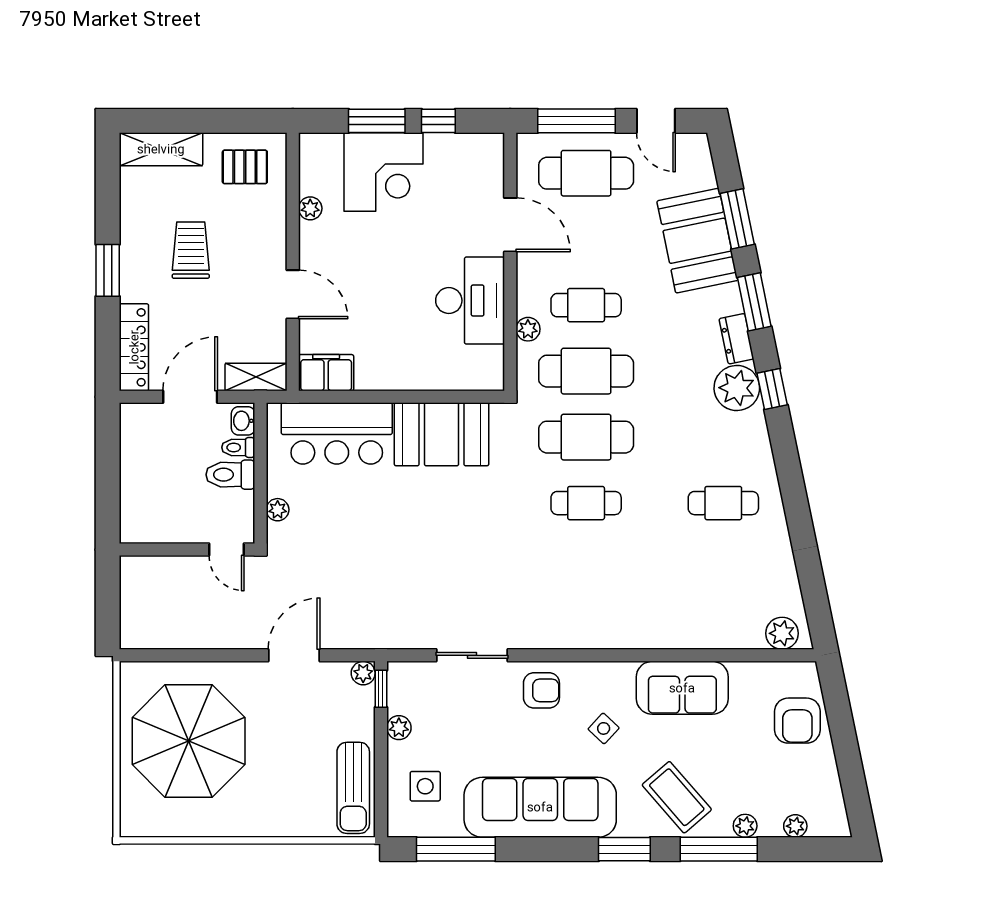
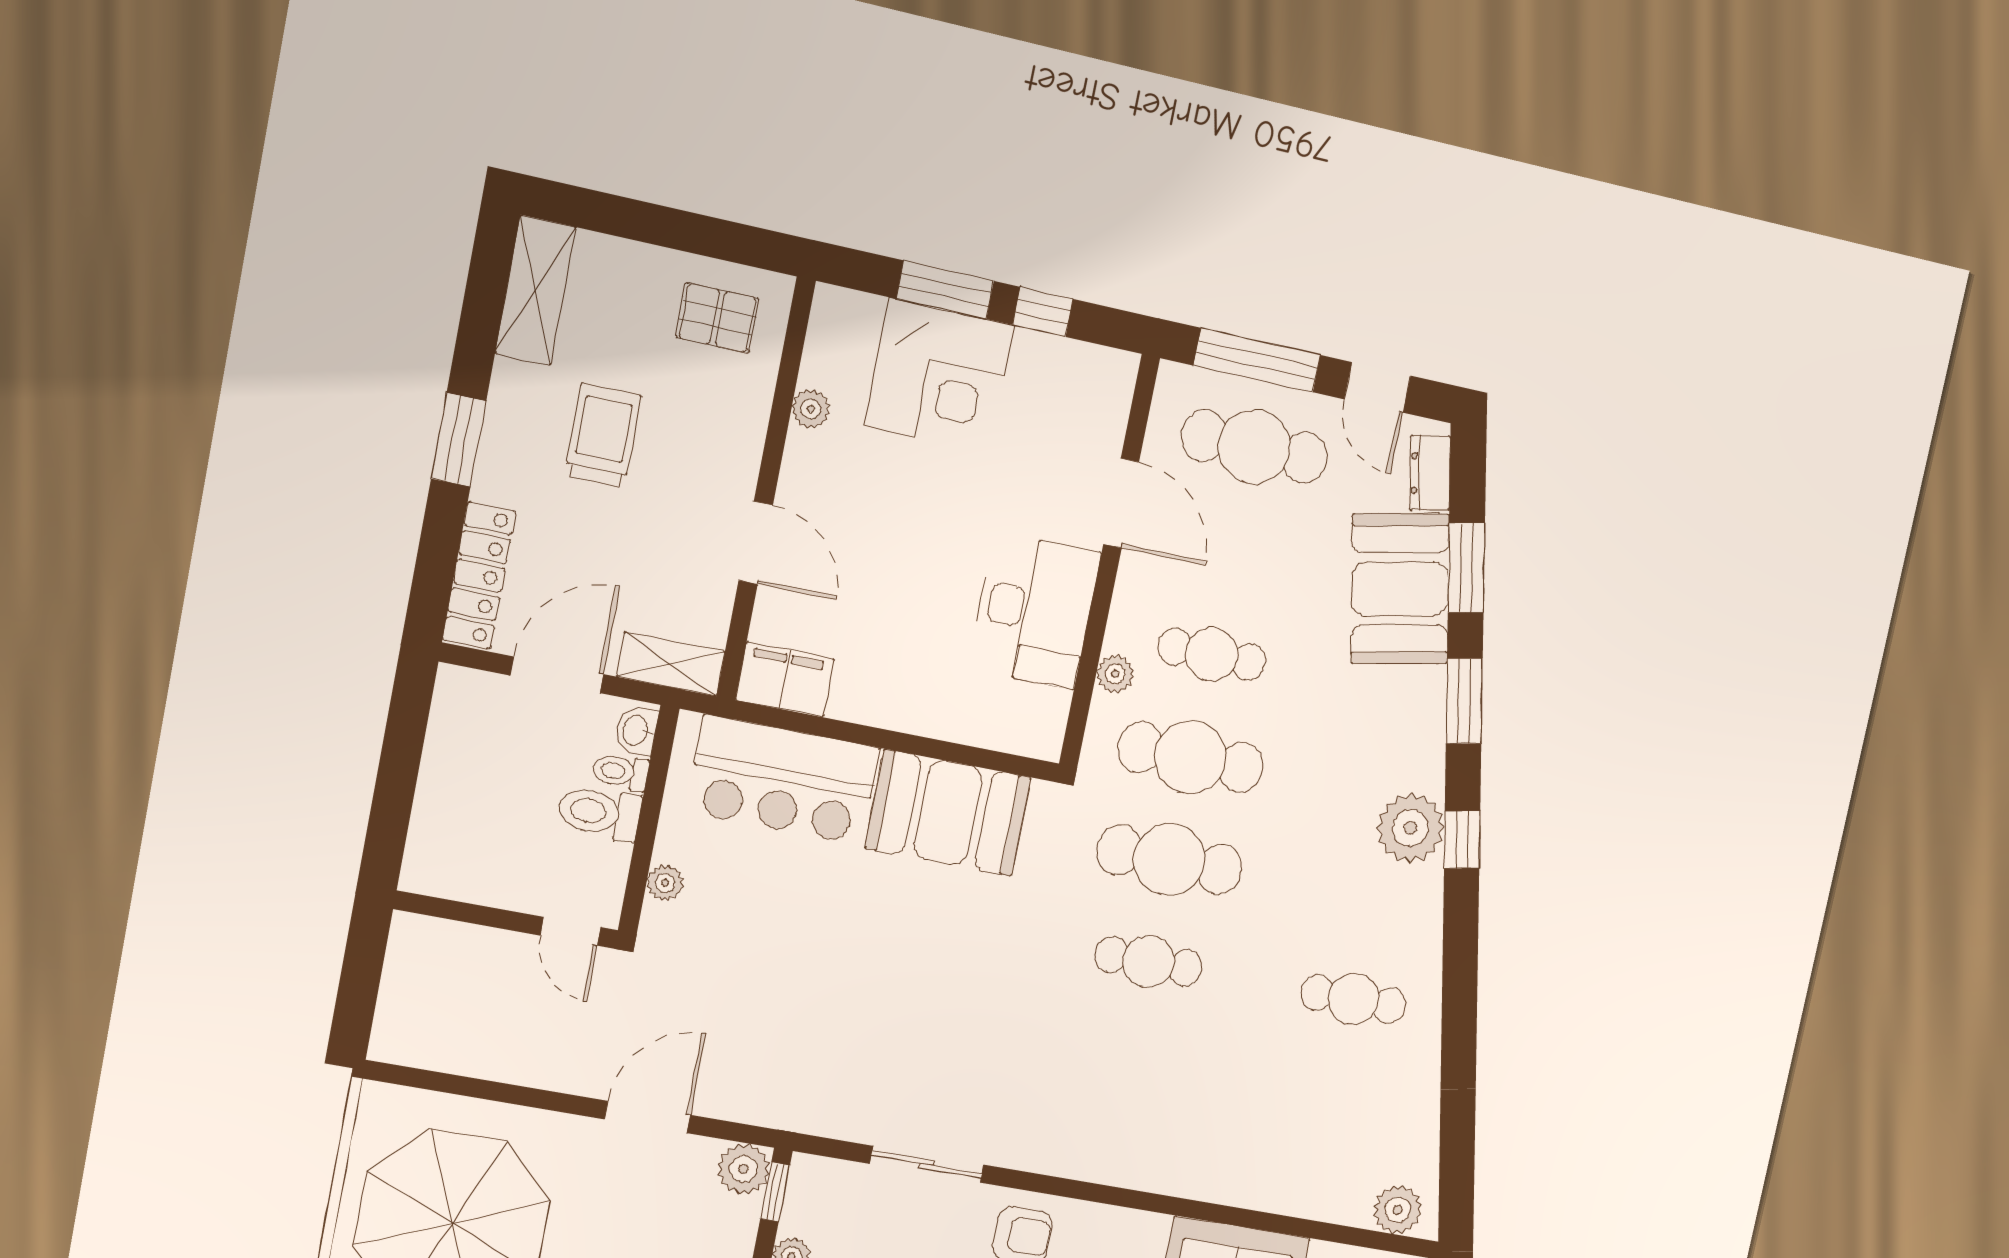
shelving: (161, 149) -> (535, 290), moved, turned 90
dresser: (736, 339) -> (1430, 473), moved
plant: (363, 673) -> (744, 1169), width x1.38, depth x1.38

